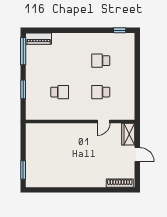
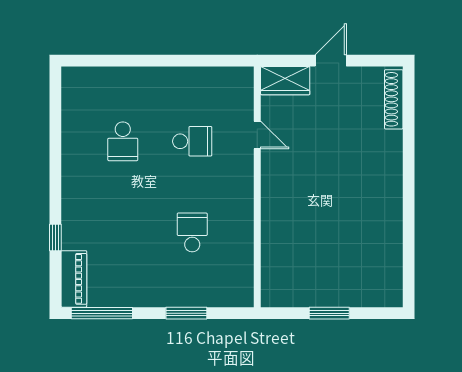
window: (120, 30) -> (55, 237), moved
school desk: (101, 92) -> (192, 141), turned -90
window: (23, 170) -> (329, 313), moved

